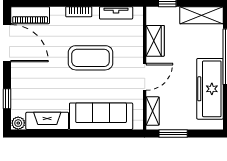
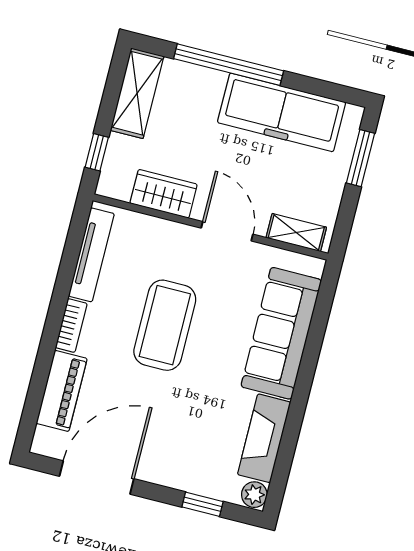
tv unit: (116, 13) -> (91, 255), width x1.41
piano: (30, 15) -> (62, 391), moved
window: (173, 133) -> (360, 158), moved

